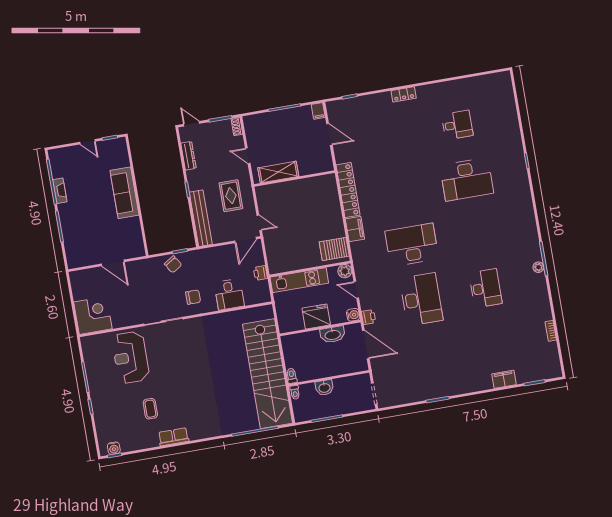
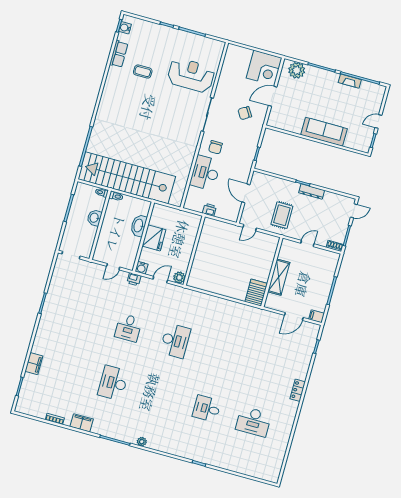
desk: (457, 125) -> (253, 422), width x1.37
dresser: (189, 156) -> (312, 192), moved
shelving: (278, 172) -> (279, 277), moved
desk: (467, 179) -> (207, 409), width x0.53, depth x0.77
locker: (348, 190) -> (243, 310), removed
rug: (231, 196) -> (282, 215), turned 90
bench: (201, 218) -> (275, 183), removed
filing cabinet: (355, 229) -> (82, 423), moved, turned 180
door: (246, 240) -> (246, 193), moved
desk: (412, 245) -> (175, 341), width x0.73, depth x0.77
server rack: (334, 249) -> (256, 293), moved
plant: (74, 251) -> (297, 70), added
chair: (173, 264) -> (245, 113), moved
plant: (538, 267) -> (142, 442), moved
kitchen unit: (299, 280) -> (189, 238), removed
desk: (485, 288) -> (113, 383), turned 90
desk: (229, 294) -> (205, 173), width x1.37
desk: (421, 299) -> (128, 328), width x0.53, depth x0.77
corner desk: (93, 315) -> (264, 68), moved
washbasin: (333, 335) -> (139, 226), moved
door: (366, 345) -> (113, 267), width x0.53
row of seats: (173, 437) -> (119, 54), moved

